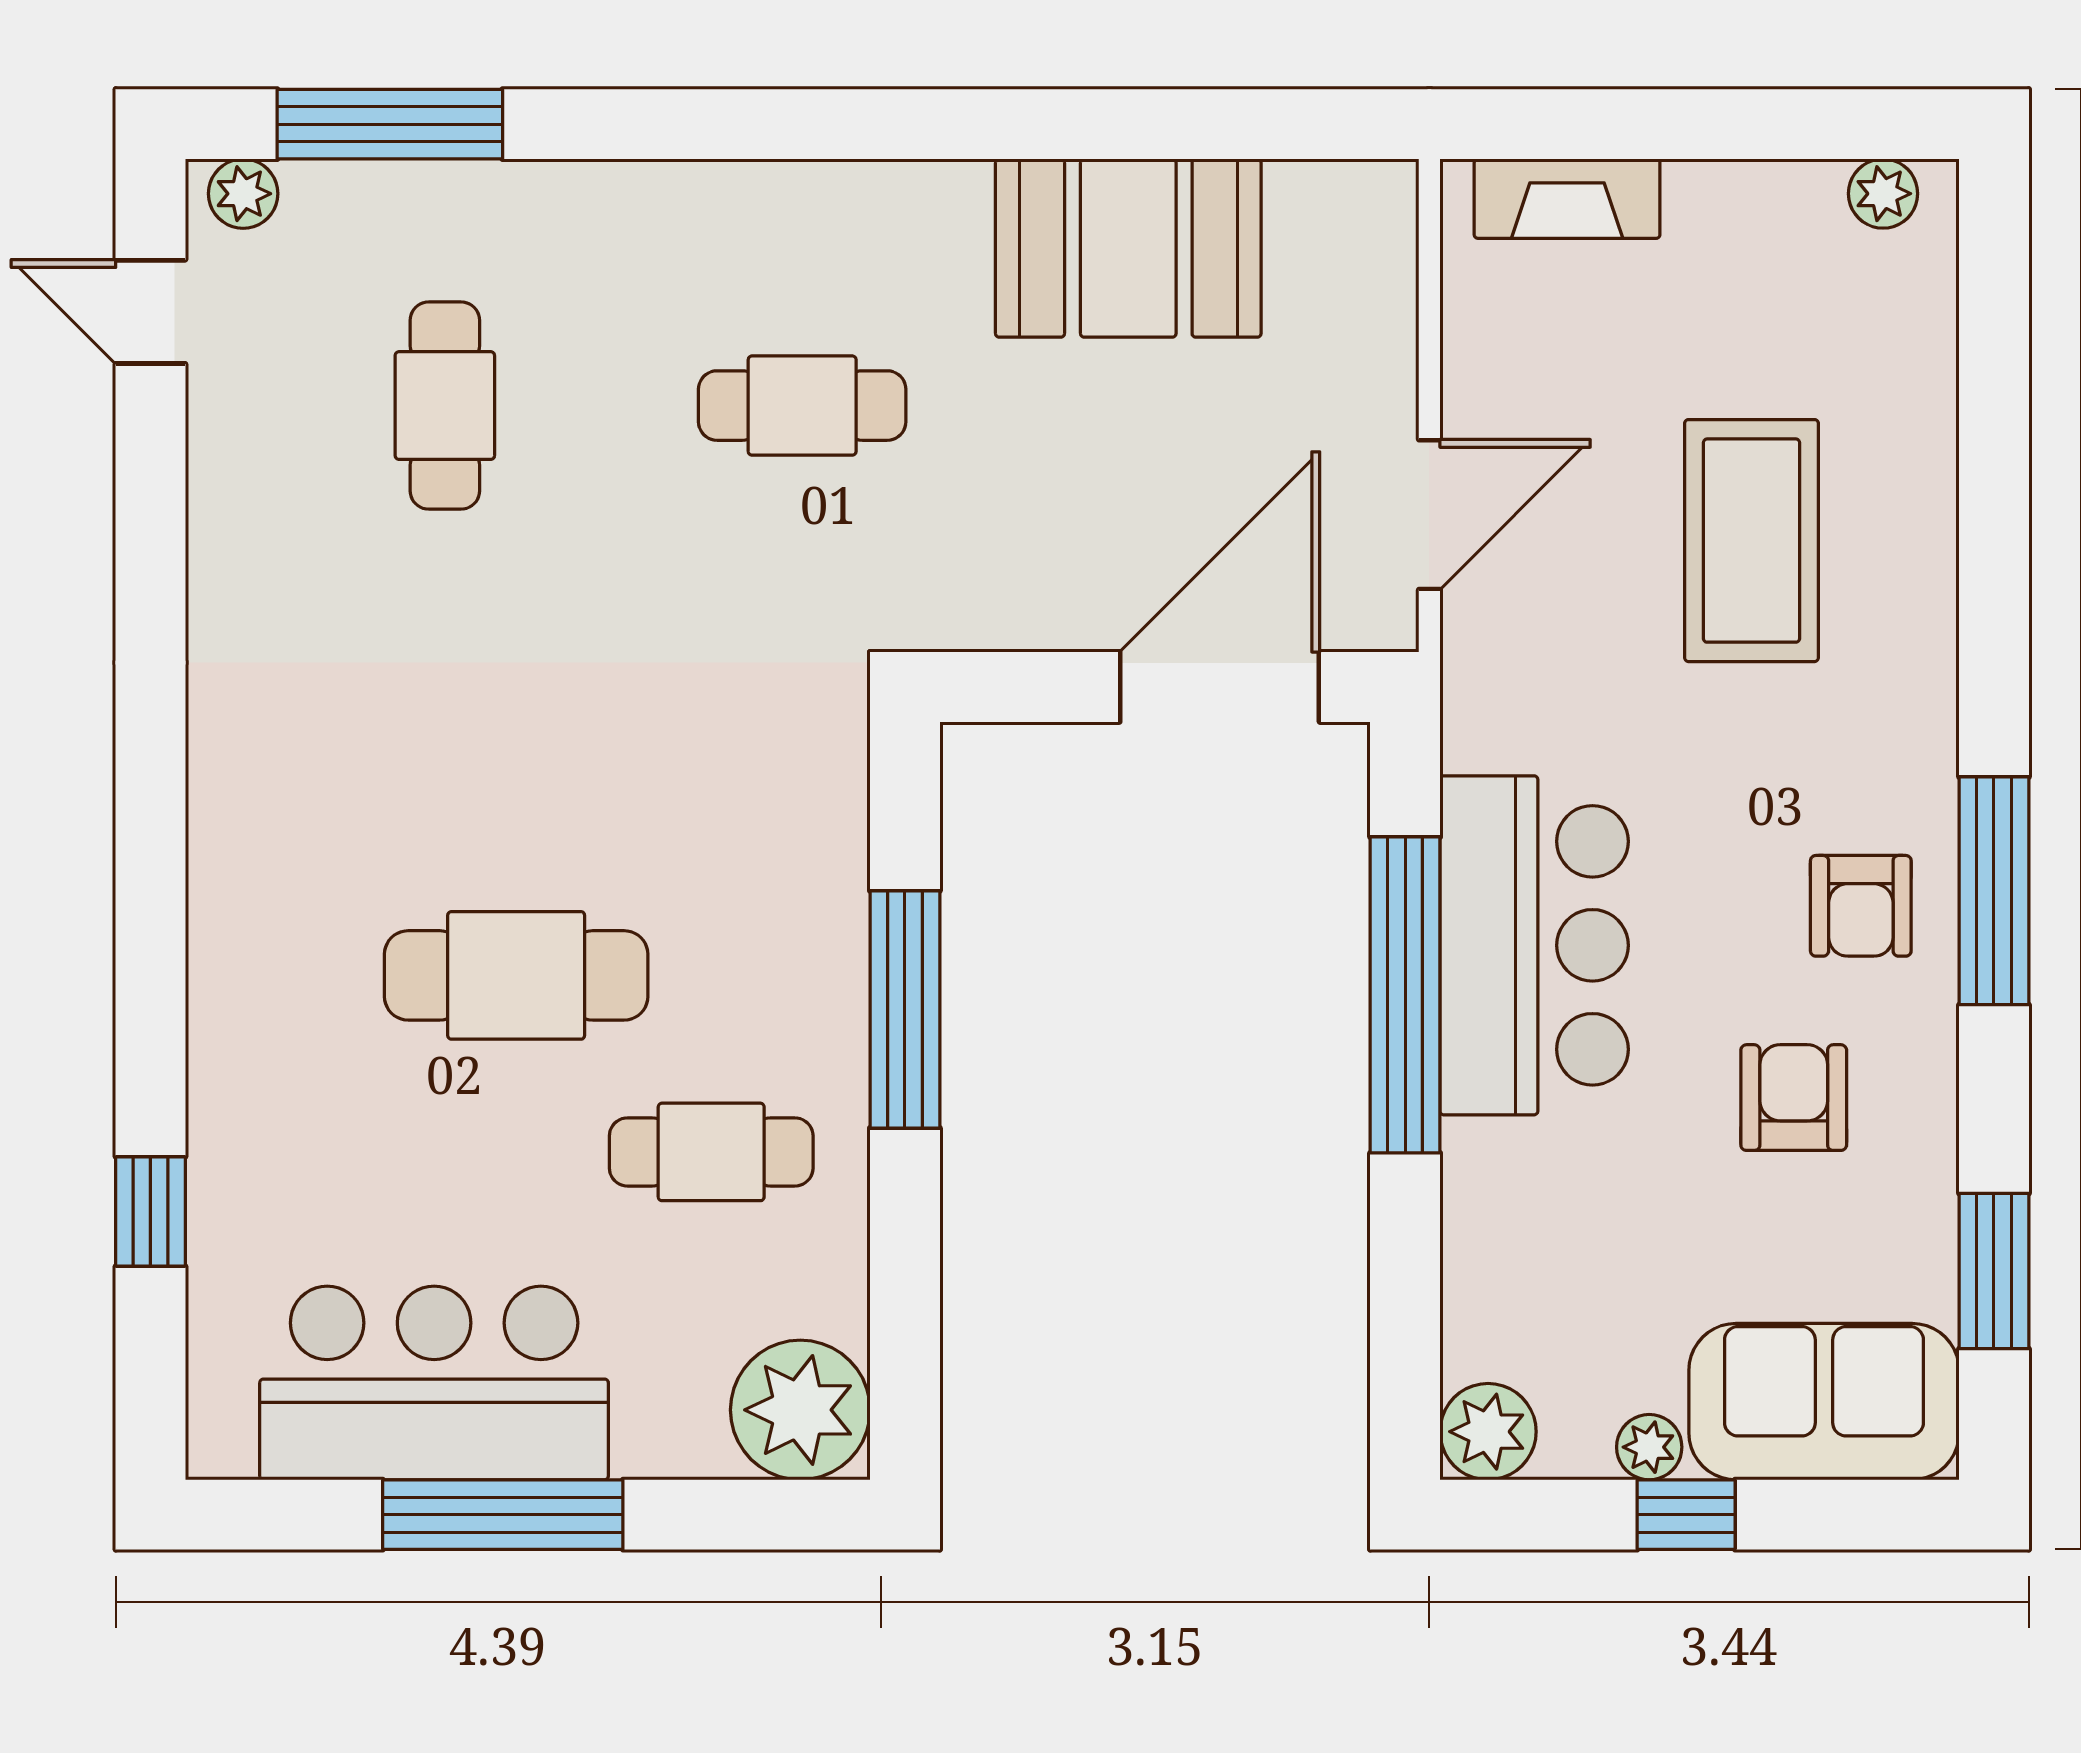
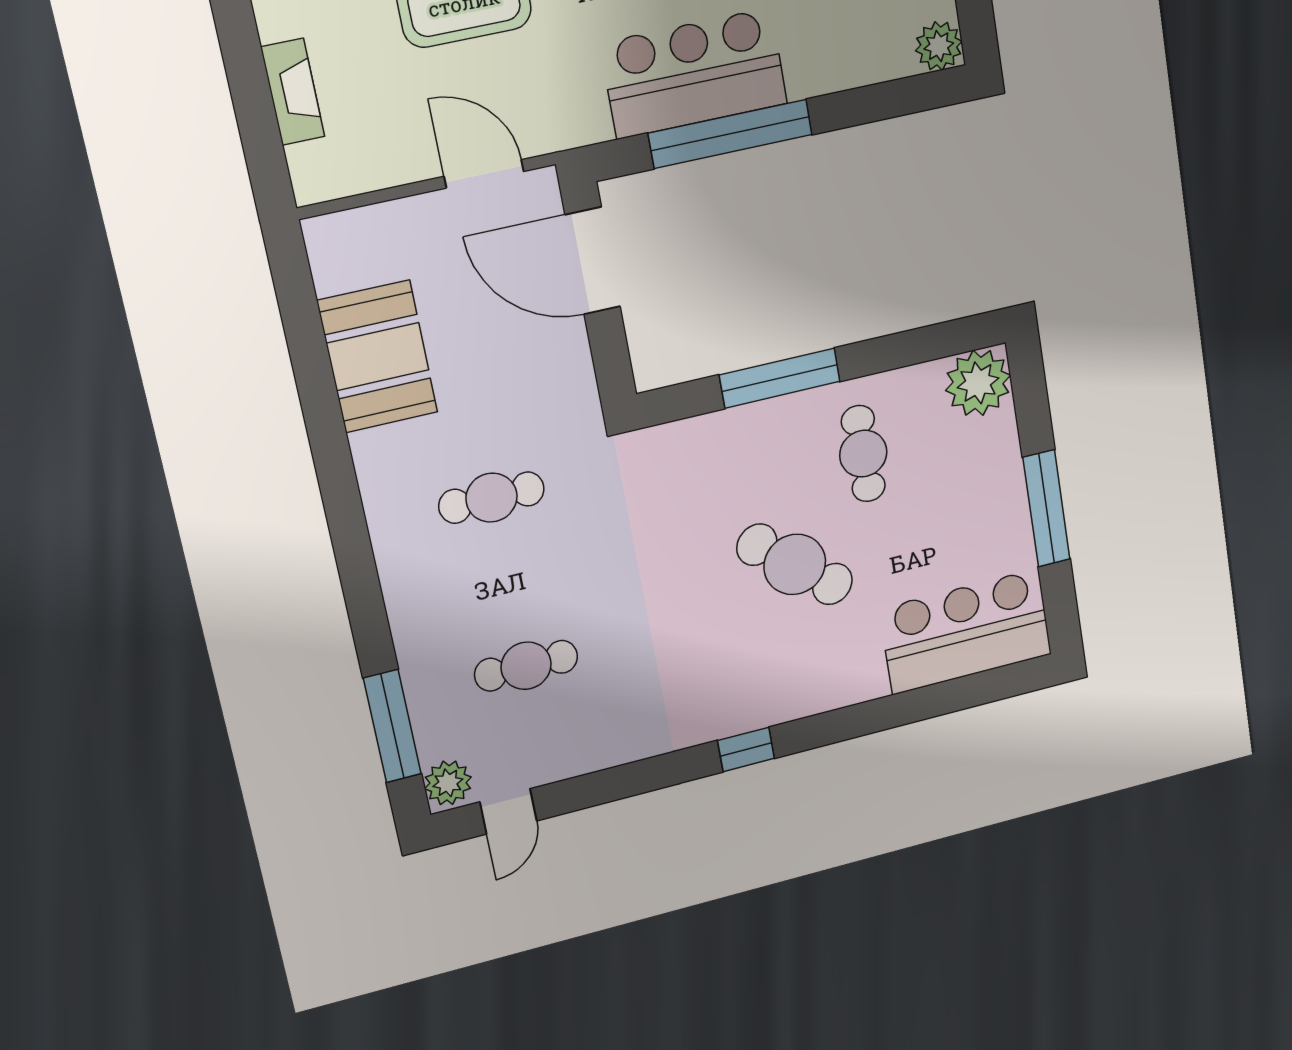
plant: (243, 194) -> (448, 783), width x1.38, depth x1.38
fireplace: (1567, 199) -> (293, 92), moved
cafe table: (802, 406) -> (491, 498), turned 90
cafe table: (516, 975) -> (795, 564), turned -49
window: (150, 1211) -> (746, 749), moved
bar counter: (434, 1383) -> (966, 632), moved, turned 90

